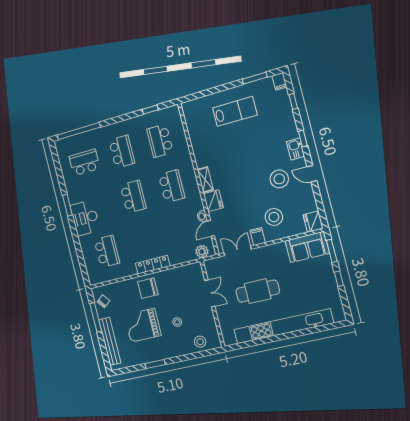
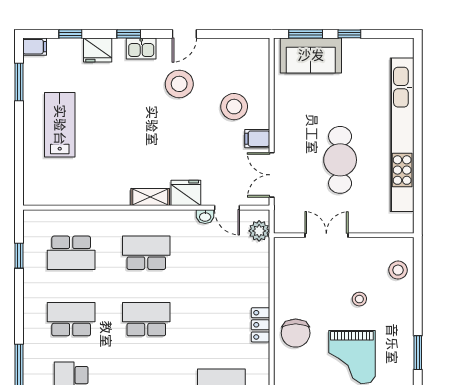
fridge: (313, 222) -> (98, 50), moved
sofa: (307, 247) -> (311, 55), moved, turned 90
locker: (153, 265) -> (260, 325), width x0.66

